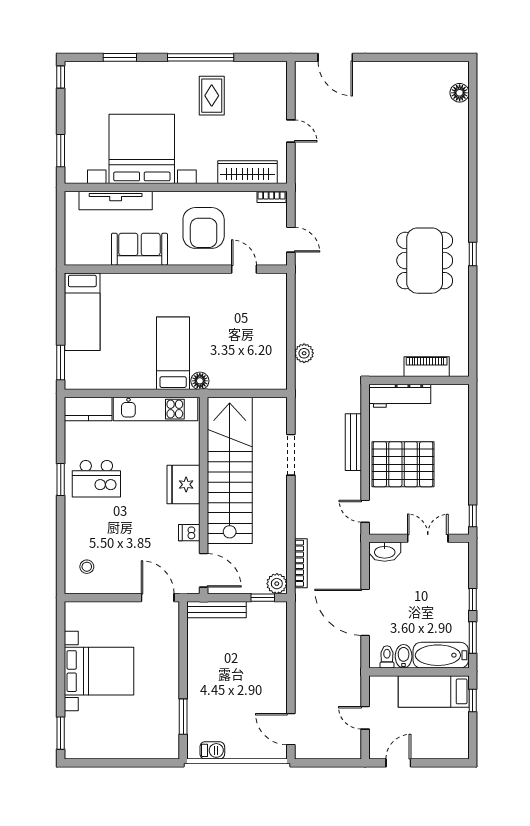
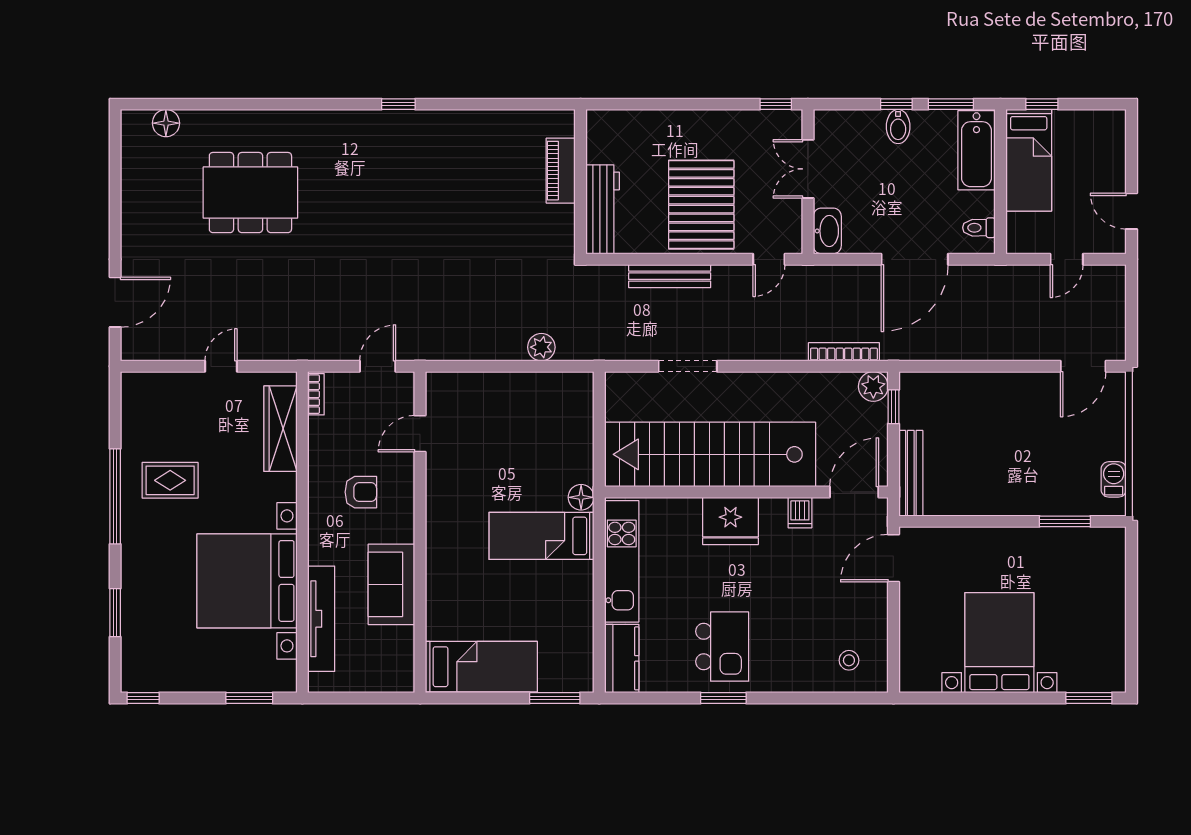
armchair: (204, 228) -> (361, 492), width x0.53, depth x0.53
dining table: (425, 261) -> (250, 193), moved
bidet: (404, 656) -> (898, 127), moved, turned -90

